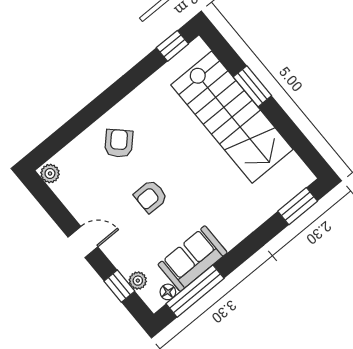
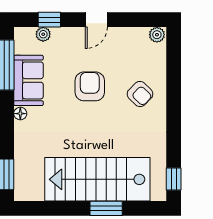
armchair: (151, 196) -> (90, 86), width x1.38, depth x1.38
floor lamp: (168, 292) -> (20, 114), moved

